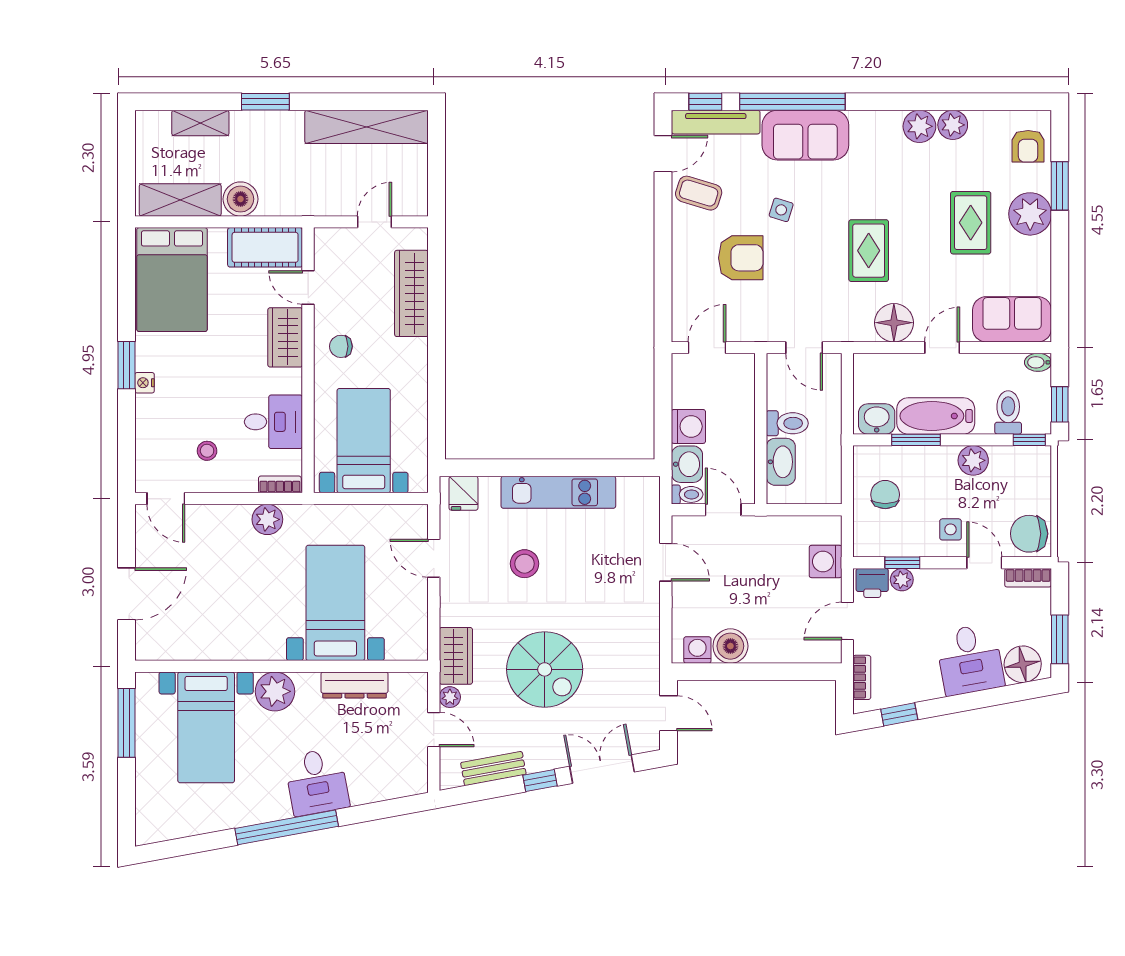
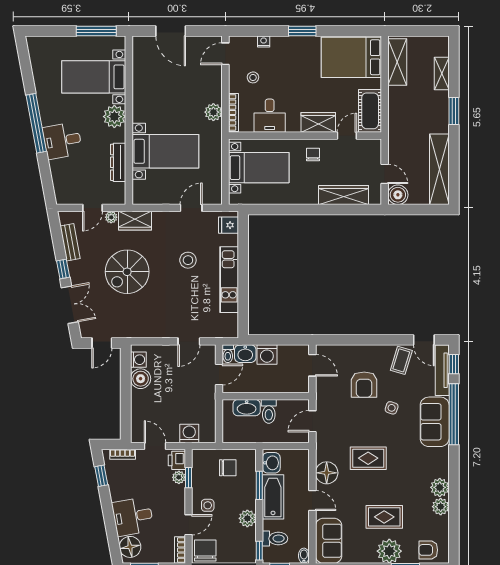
boiler: (241, 199) -> (398, 195), moved
nightstand: (145, 383) -> (264, 41), moved
bookcase: (280, 484) -> (234, 112), width x1.56

